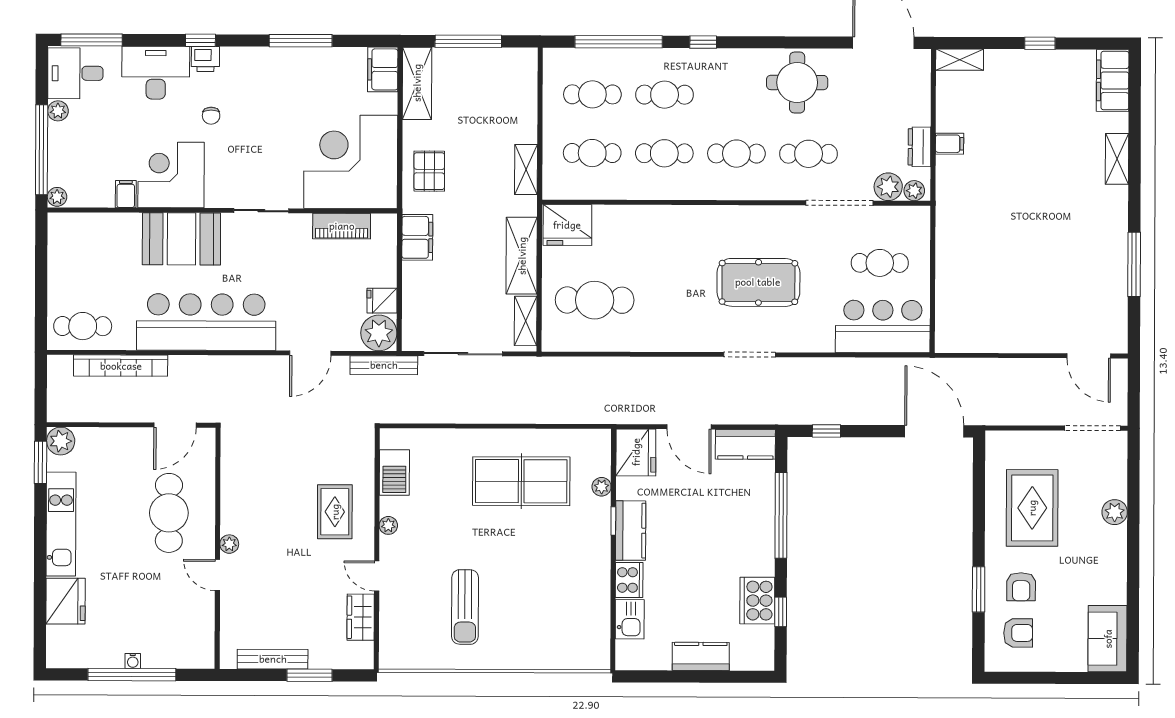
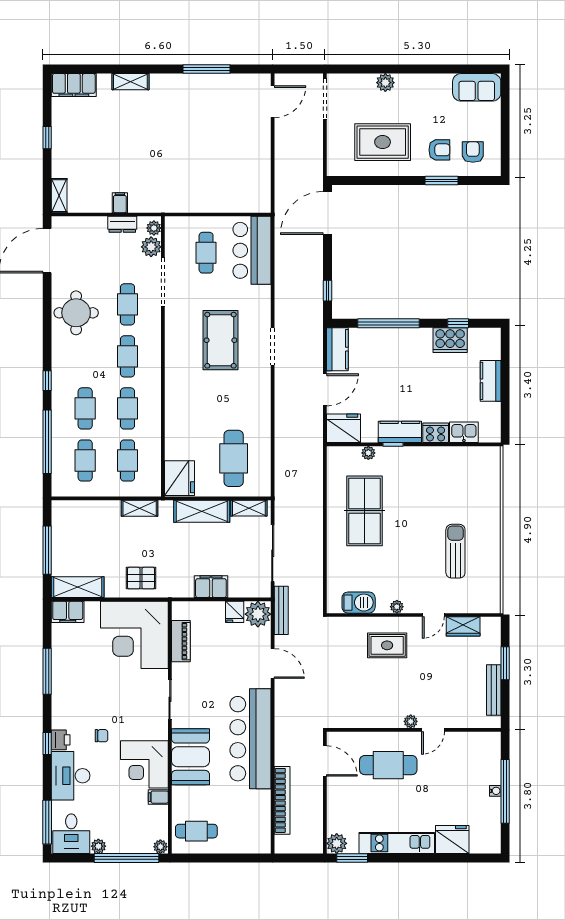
filing cabinet: (417, 237) -> (211, 587), moved
cafe table: (83, 326) -> (196, 831), moved, turned 90
sun lounger: (465, 607) -> (455, 551), turned -90

